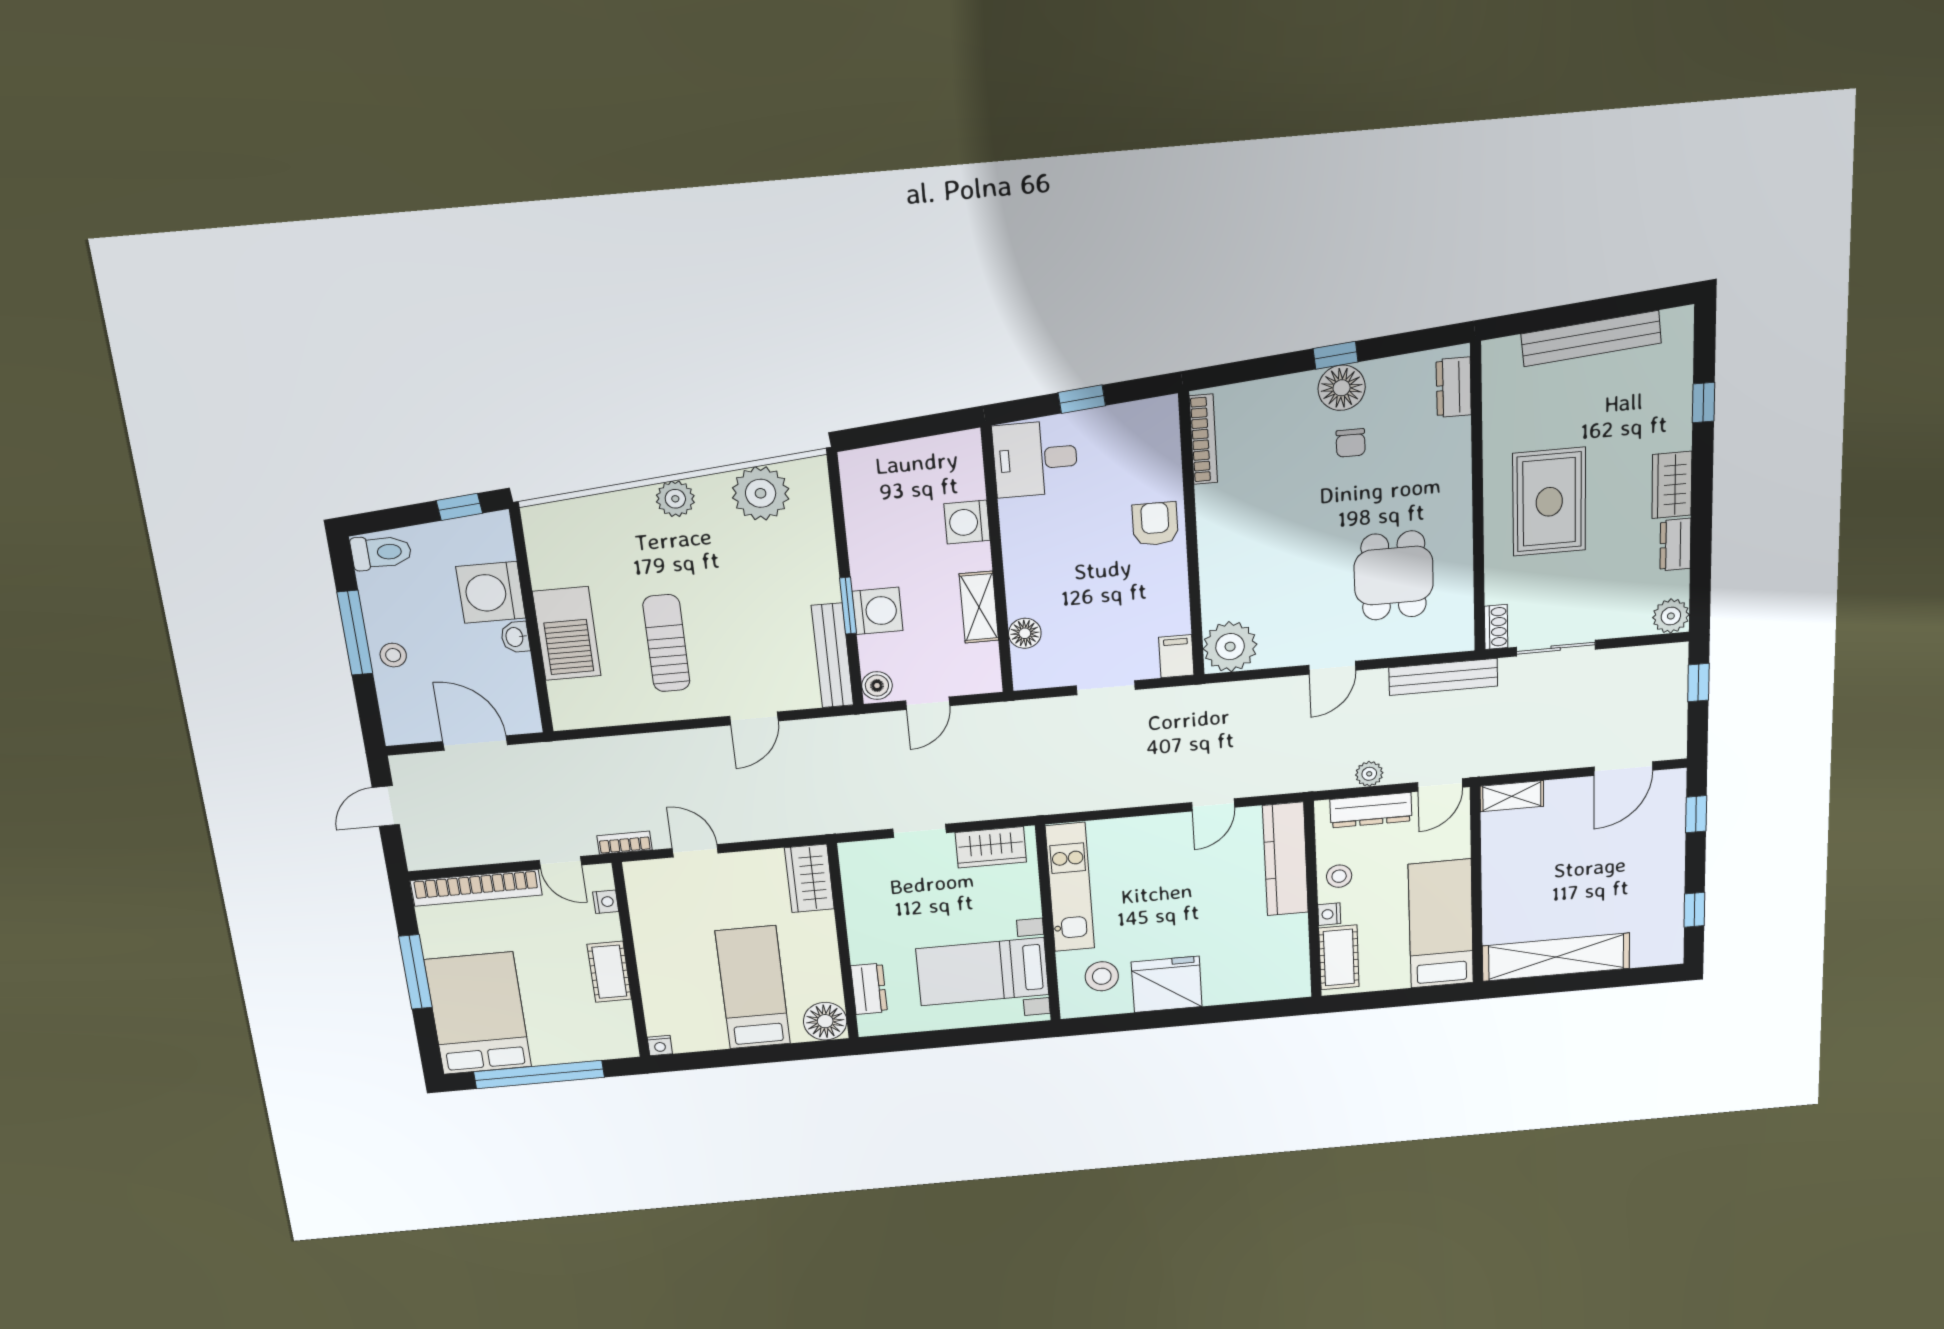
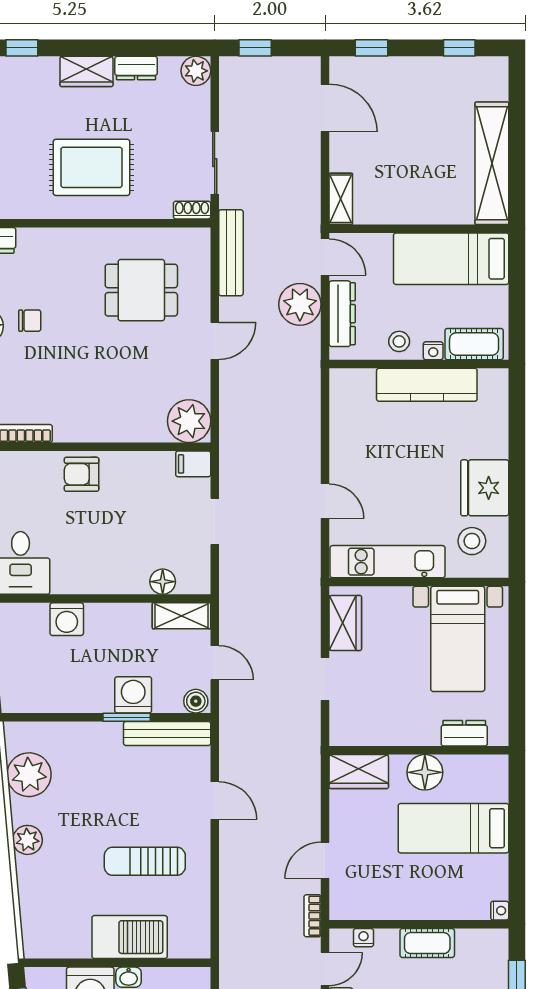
shelving: (979, 607) -> (182, 616), moved
door: (1332, 668) -> (215, 341), hinge flipped
plant: (1369, 774) -> (300, 304), width x1.88, depth x1.88
door: (1213, 805) -> (325, 501), moved
kitchen counter: (1285, 859) -> (427, 385), moved
floor lamp: (825, 1021) -> (425, 772), moved

